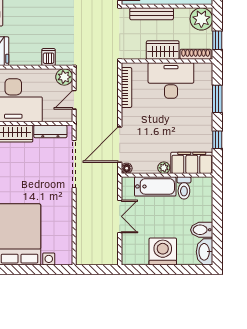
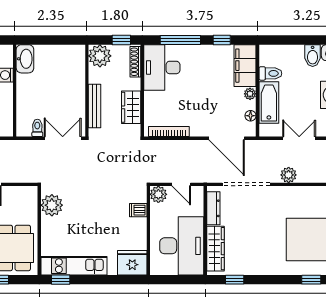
wardrobe: (163, 50) -> (131, 107), moved
desk: (171, 80) -> (162, 67), moved
window: (217, 99) -> (180, 40), width x1.44
floor lamp: (127, 168) -> (251, 116), moved
plant: (83, 206) -> (289, 175), added

